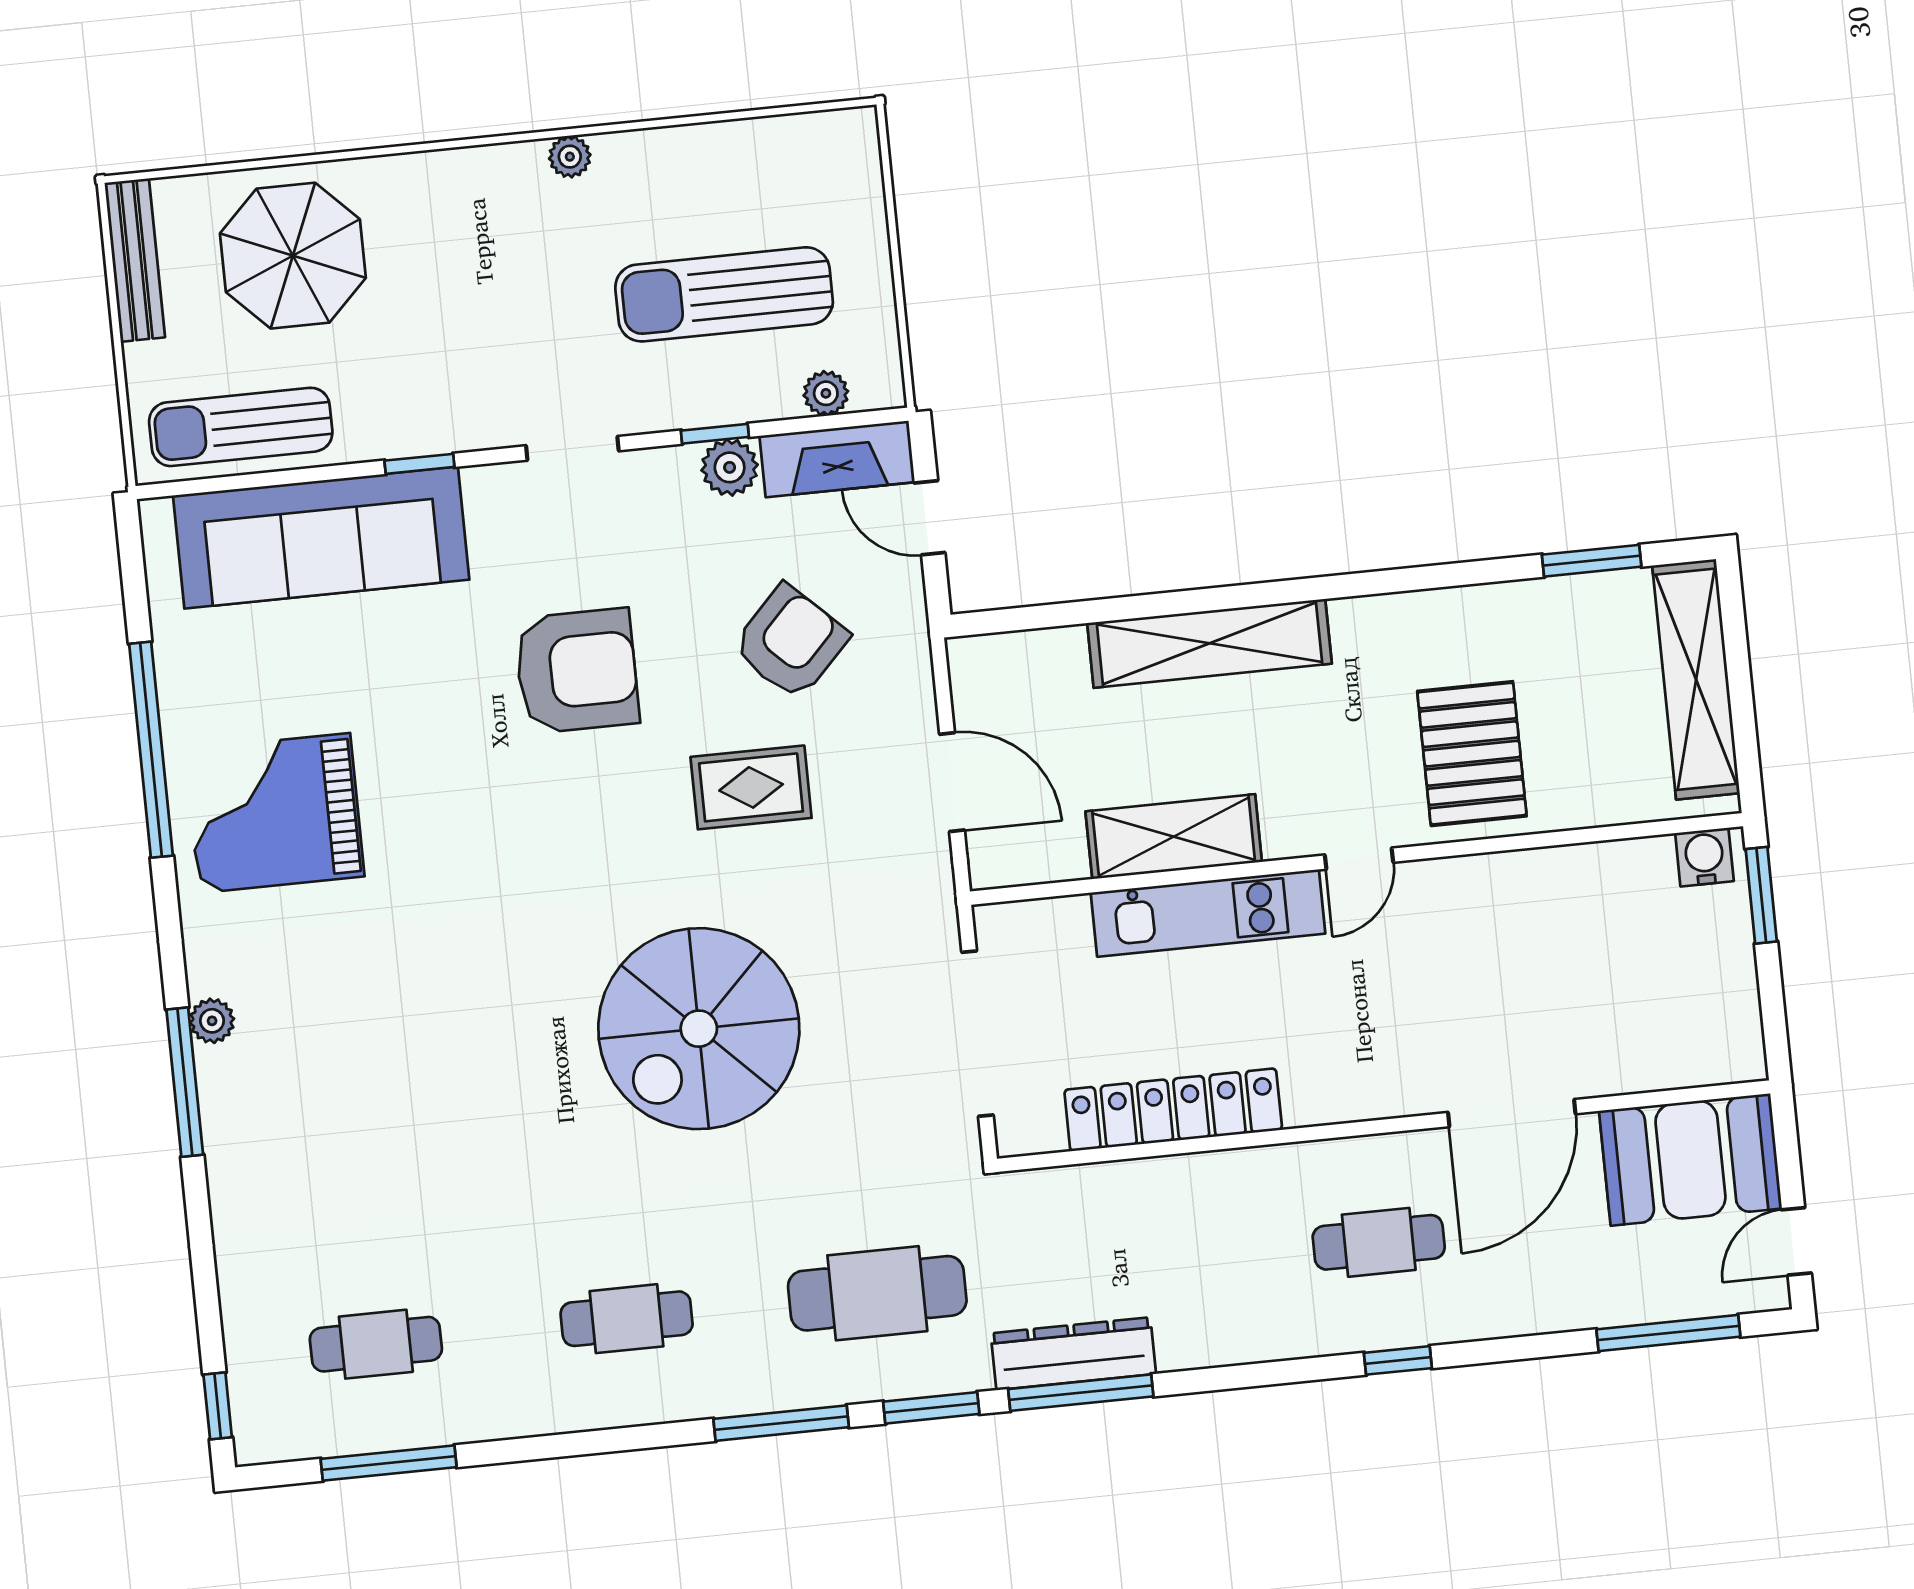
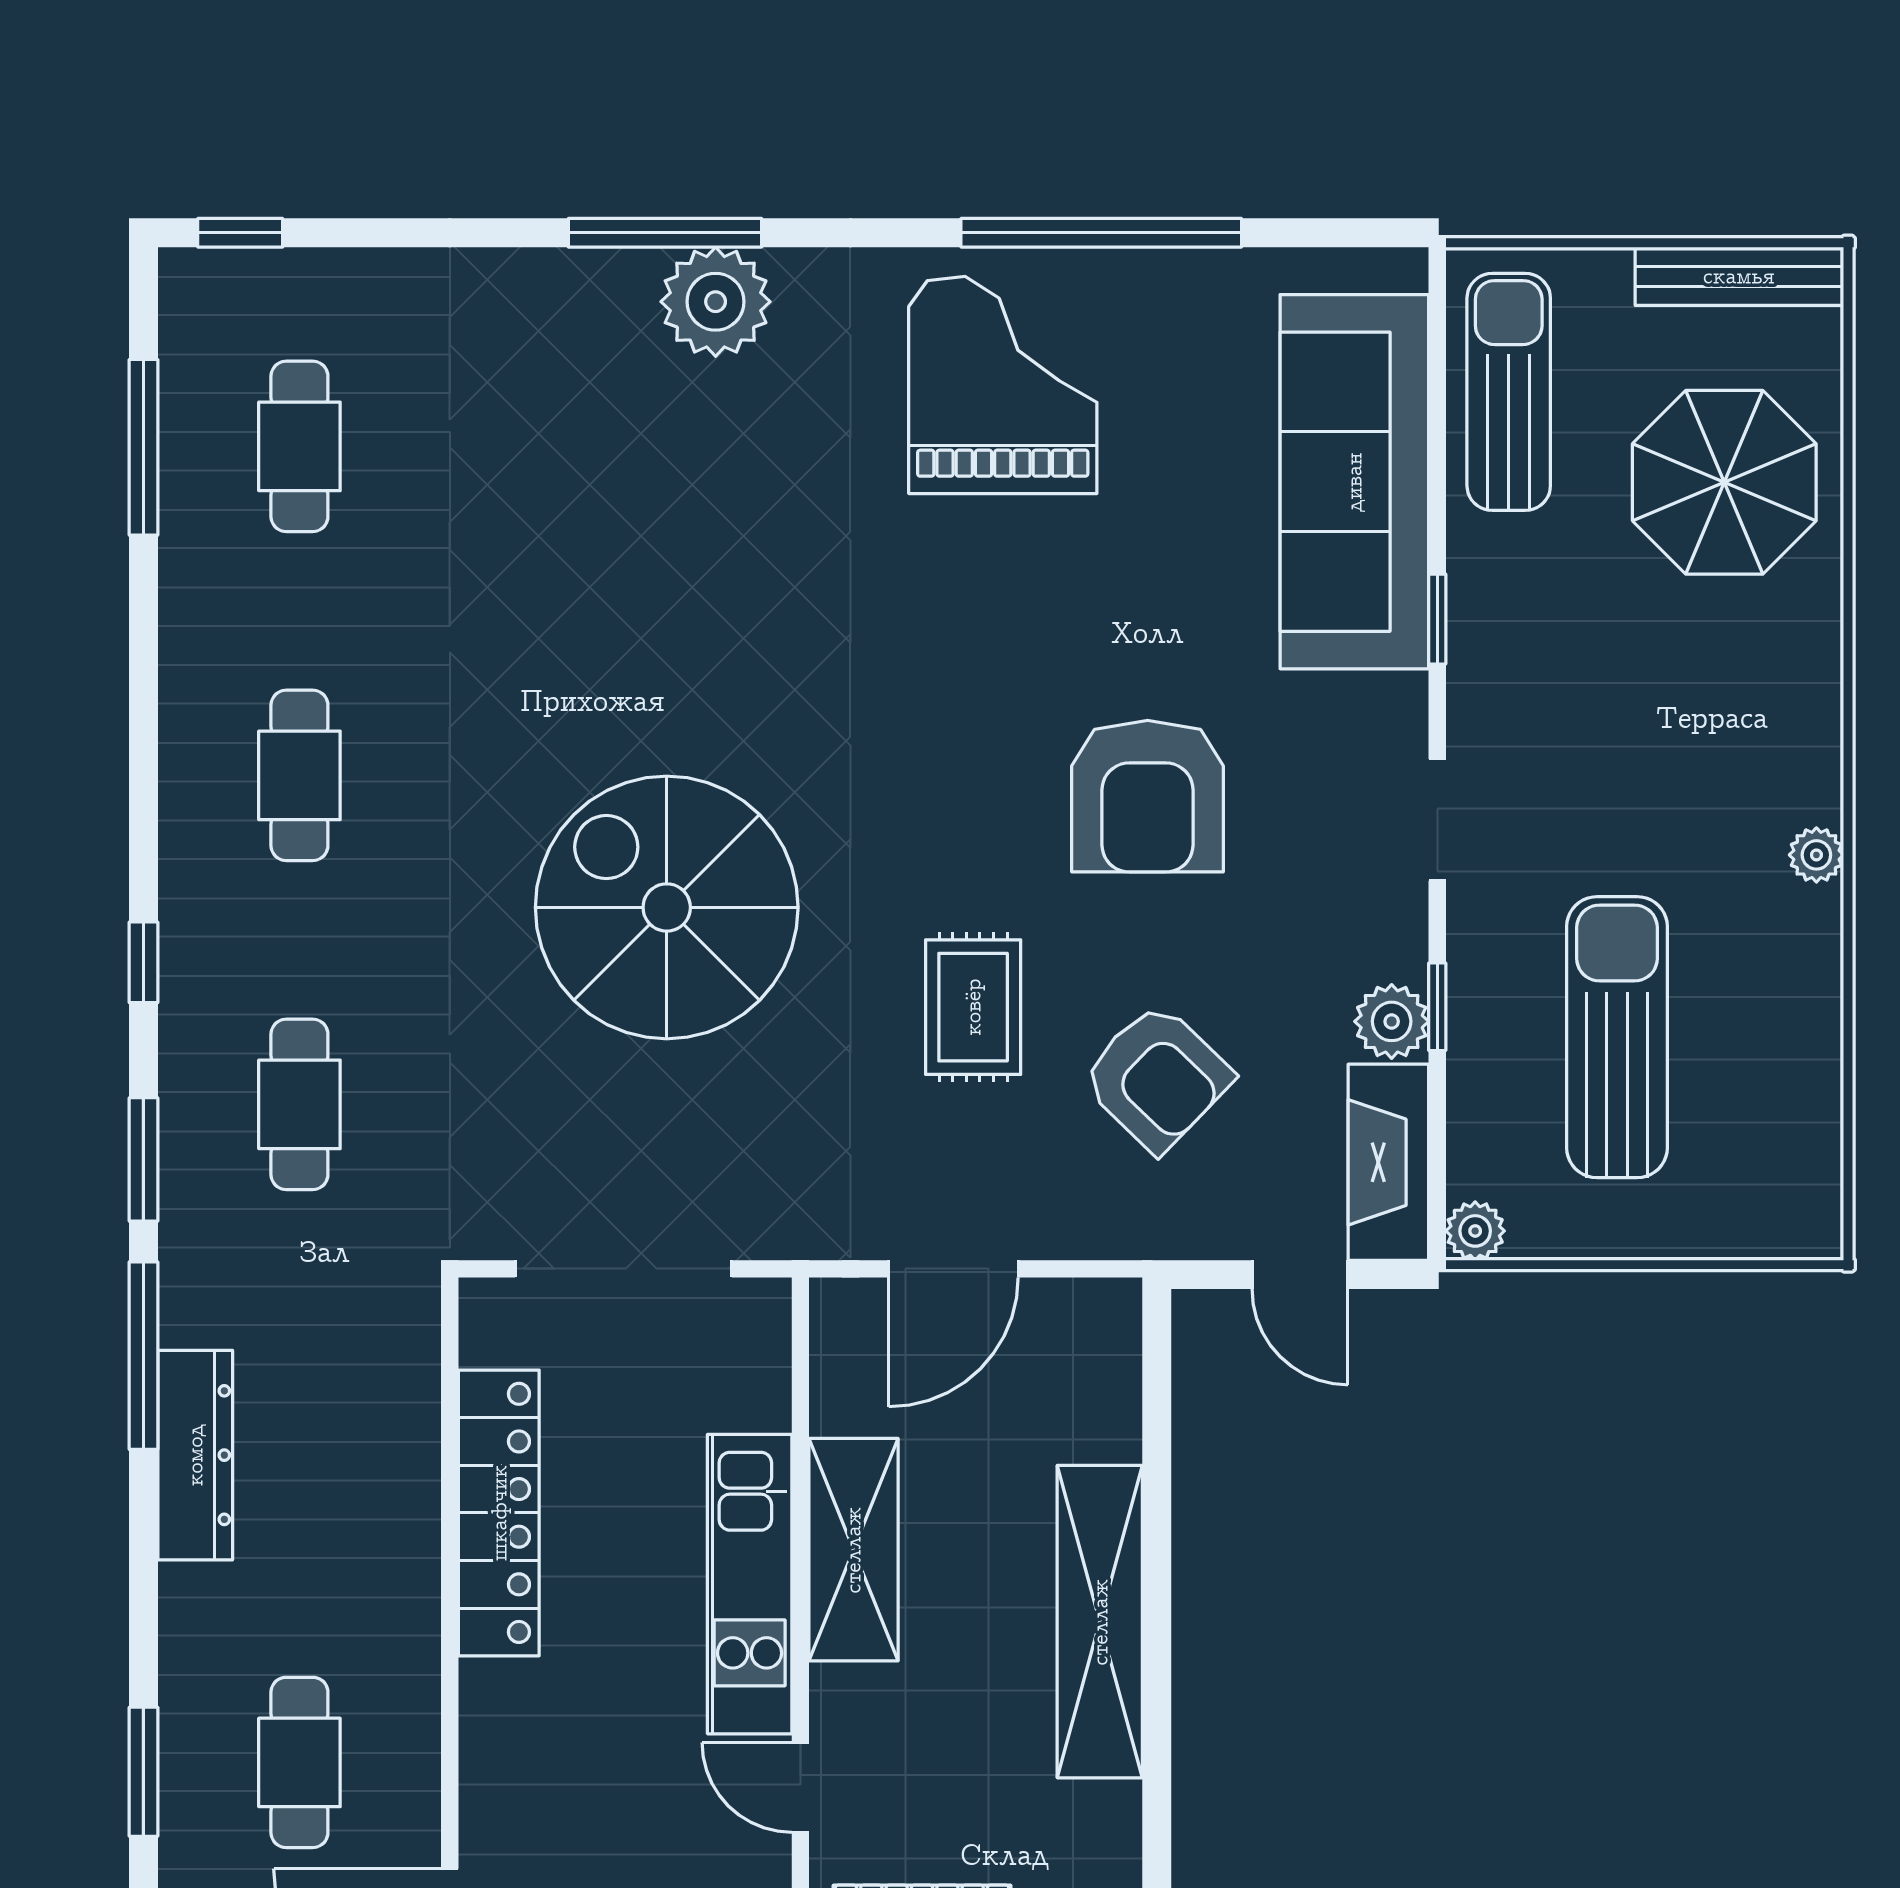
plant: (826, 393) -> (1475, 1231), moved
door: (930, 518) -> (1300, 1275), swing flipped
plant: (212, 1021) -> (716, 302), width x1.87, depth x1.87
cafe table: (877, 1293) -> (299, 1104), width x0.73, depth x0.74
dresser: (1073, 1354) -> (195, 1455), moved
window: (1398, 1360) -> (143, 1772), width x1.50
window: (781, 1423) -> (143, 962), width x0.46

